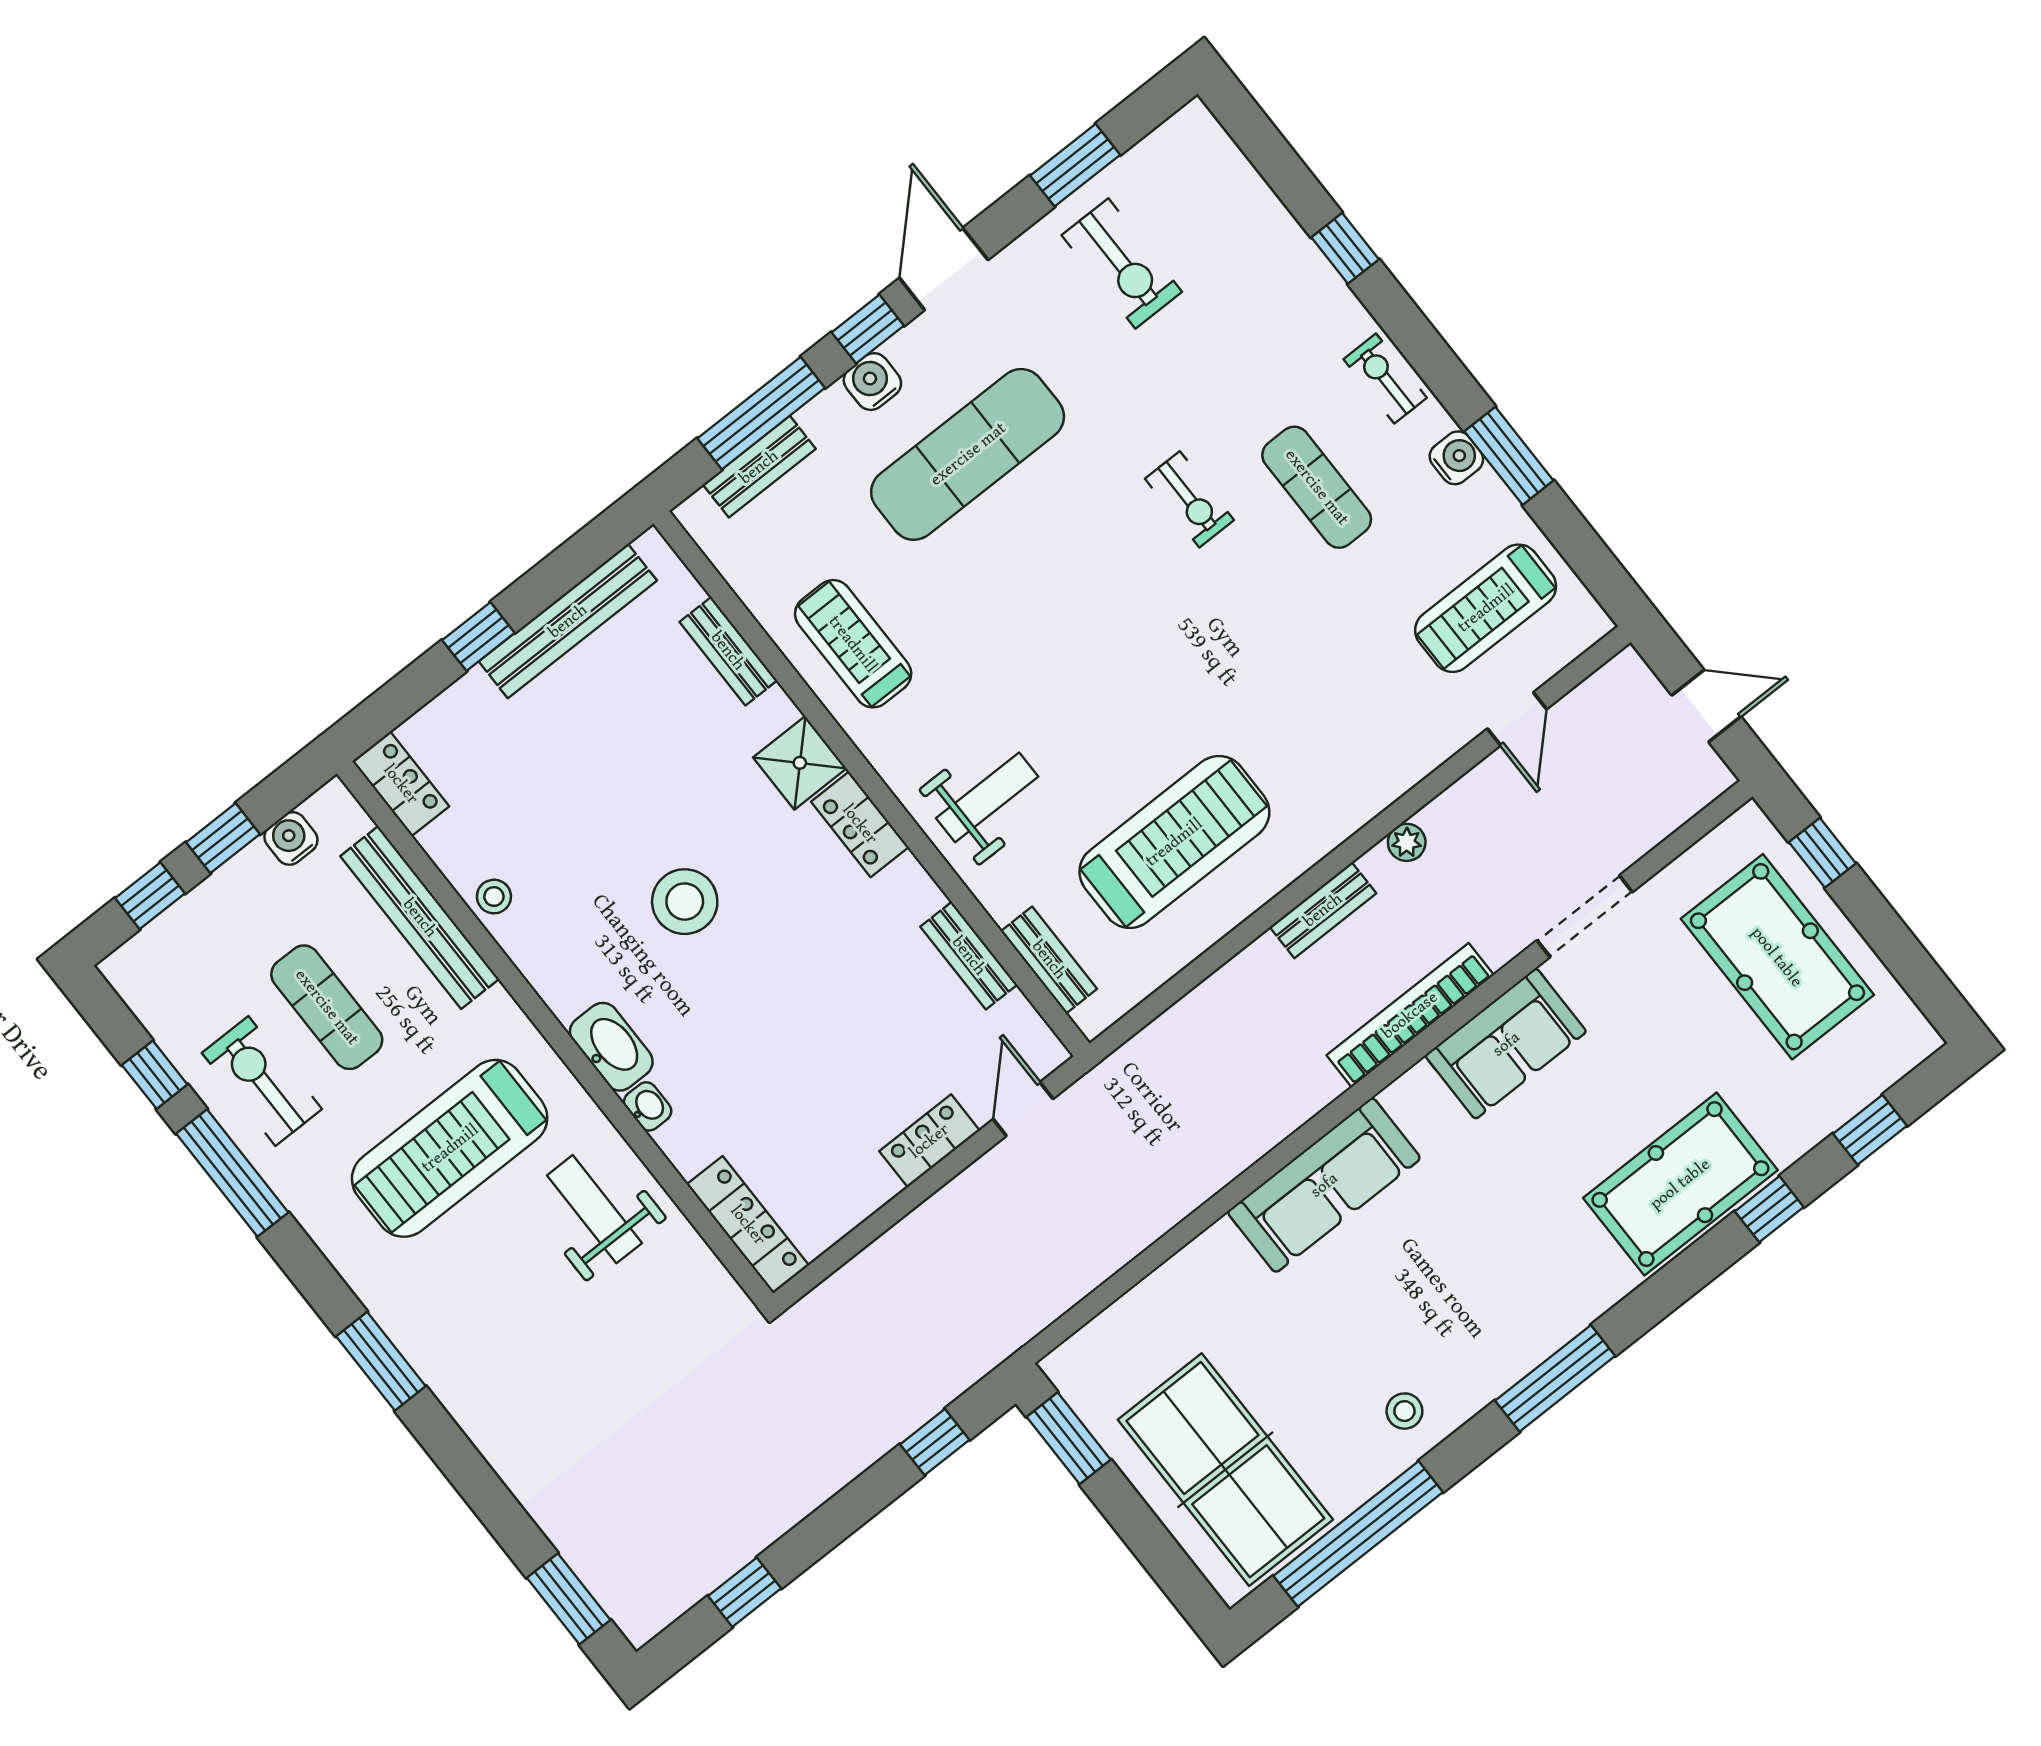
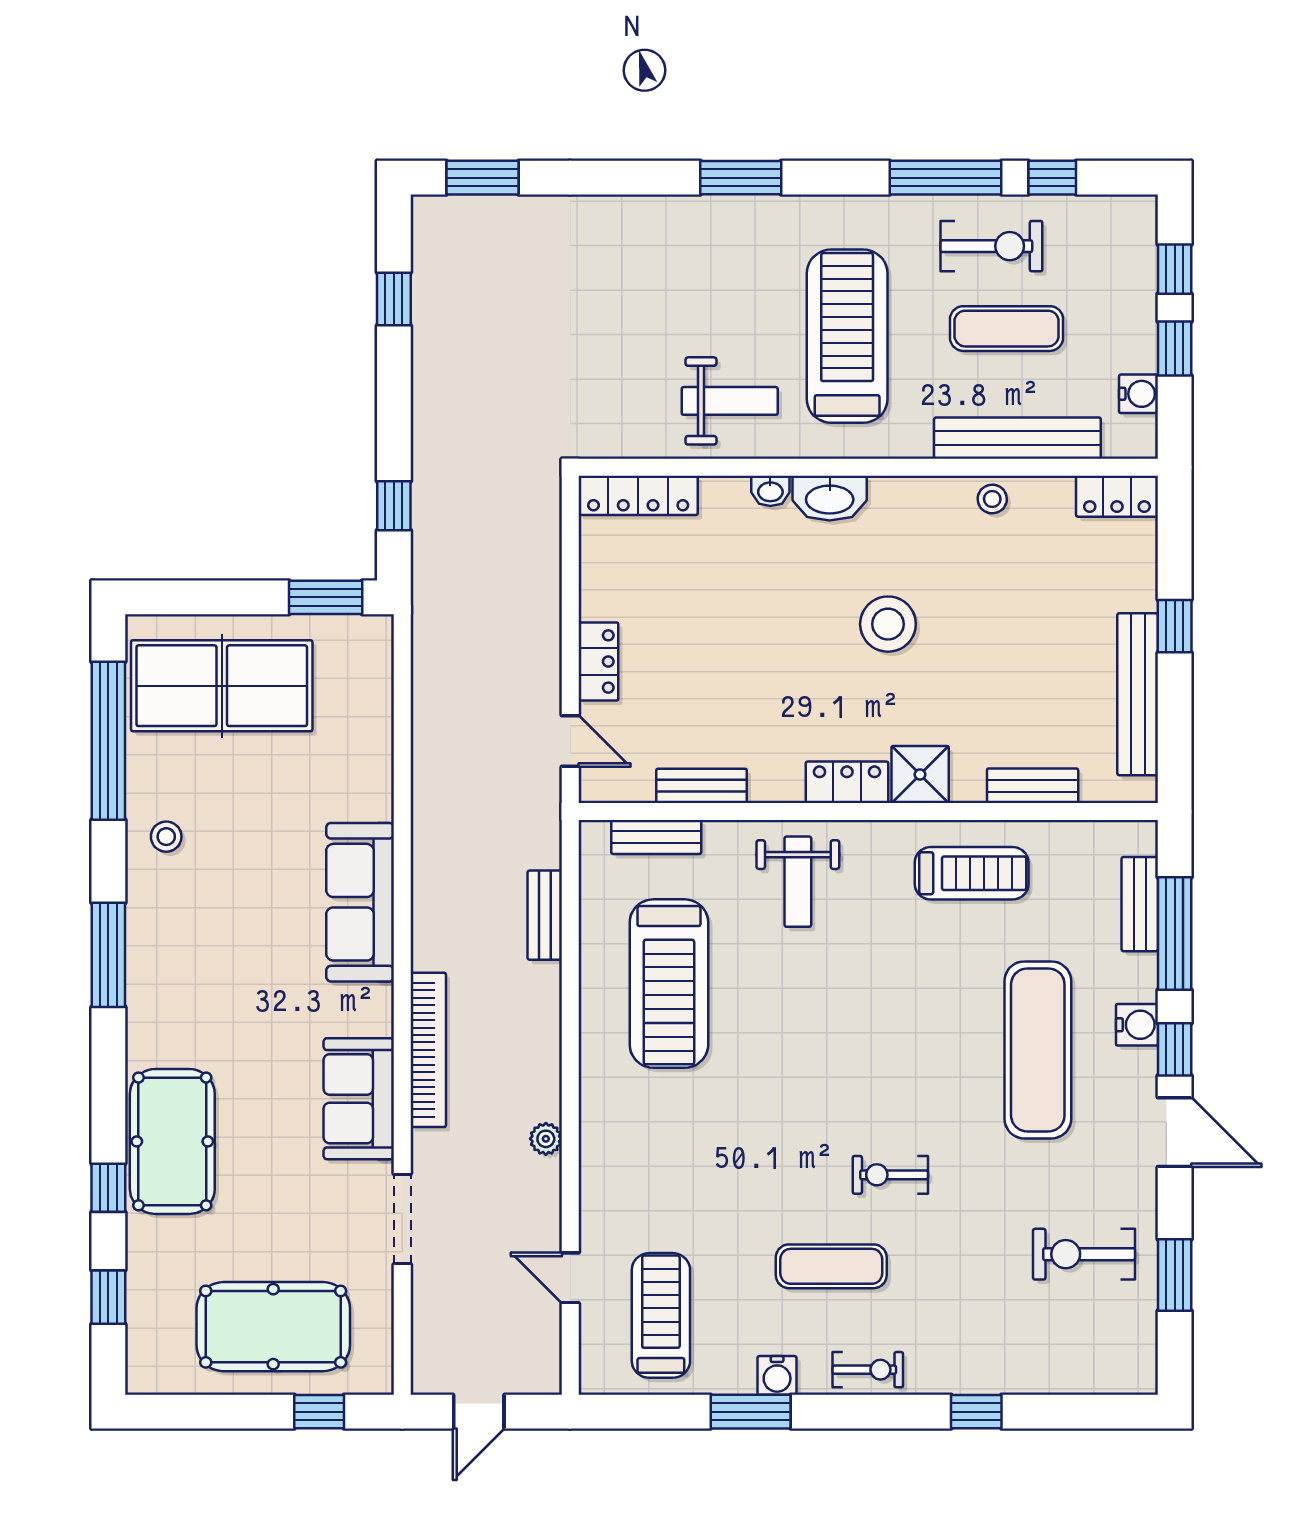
bench: (1323, 910) -> (545, 915), moved

